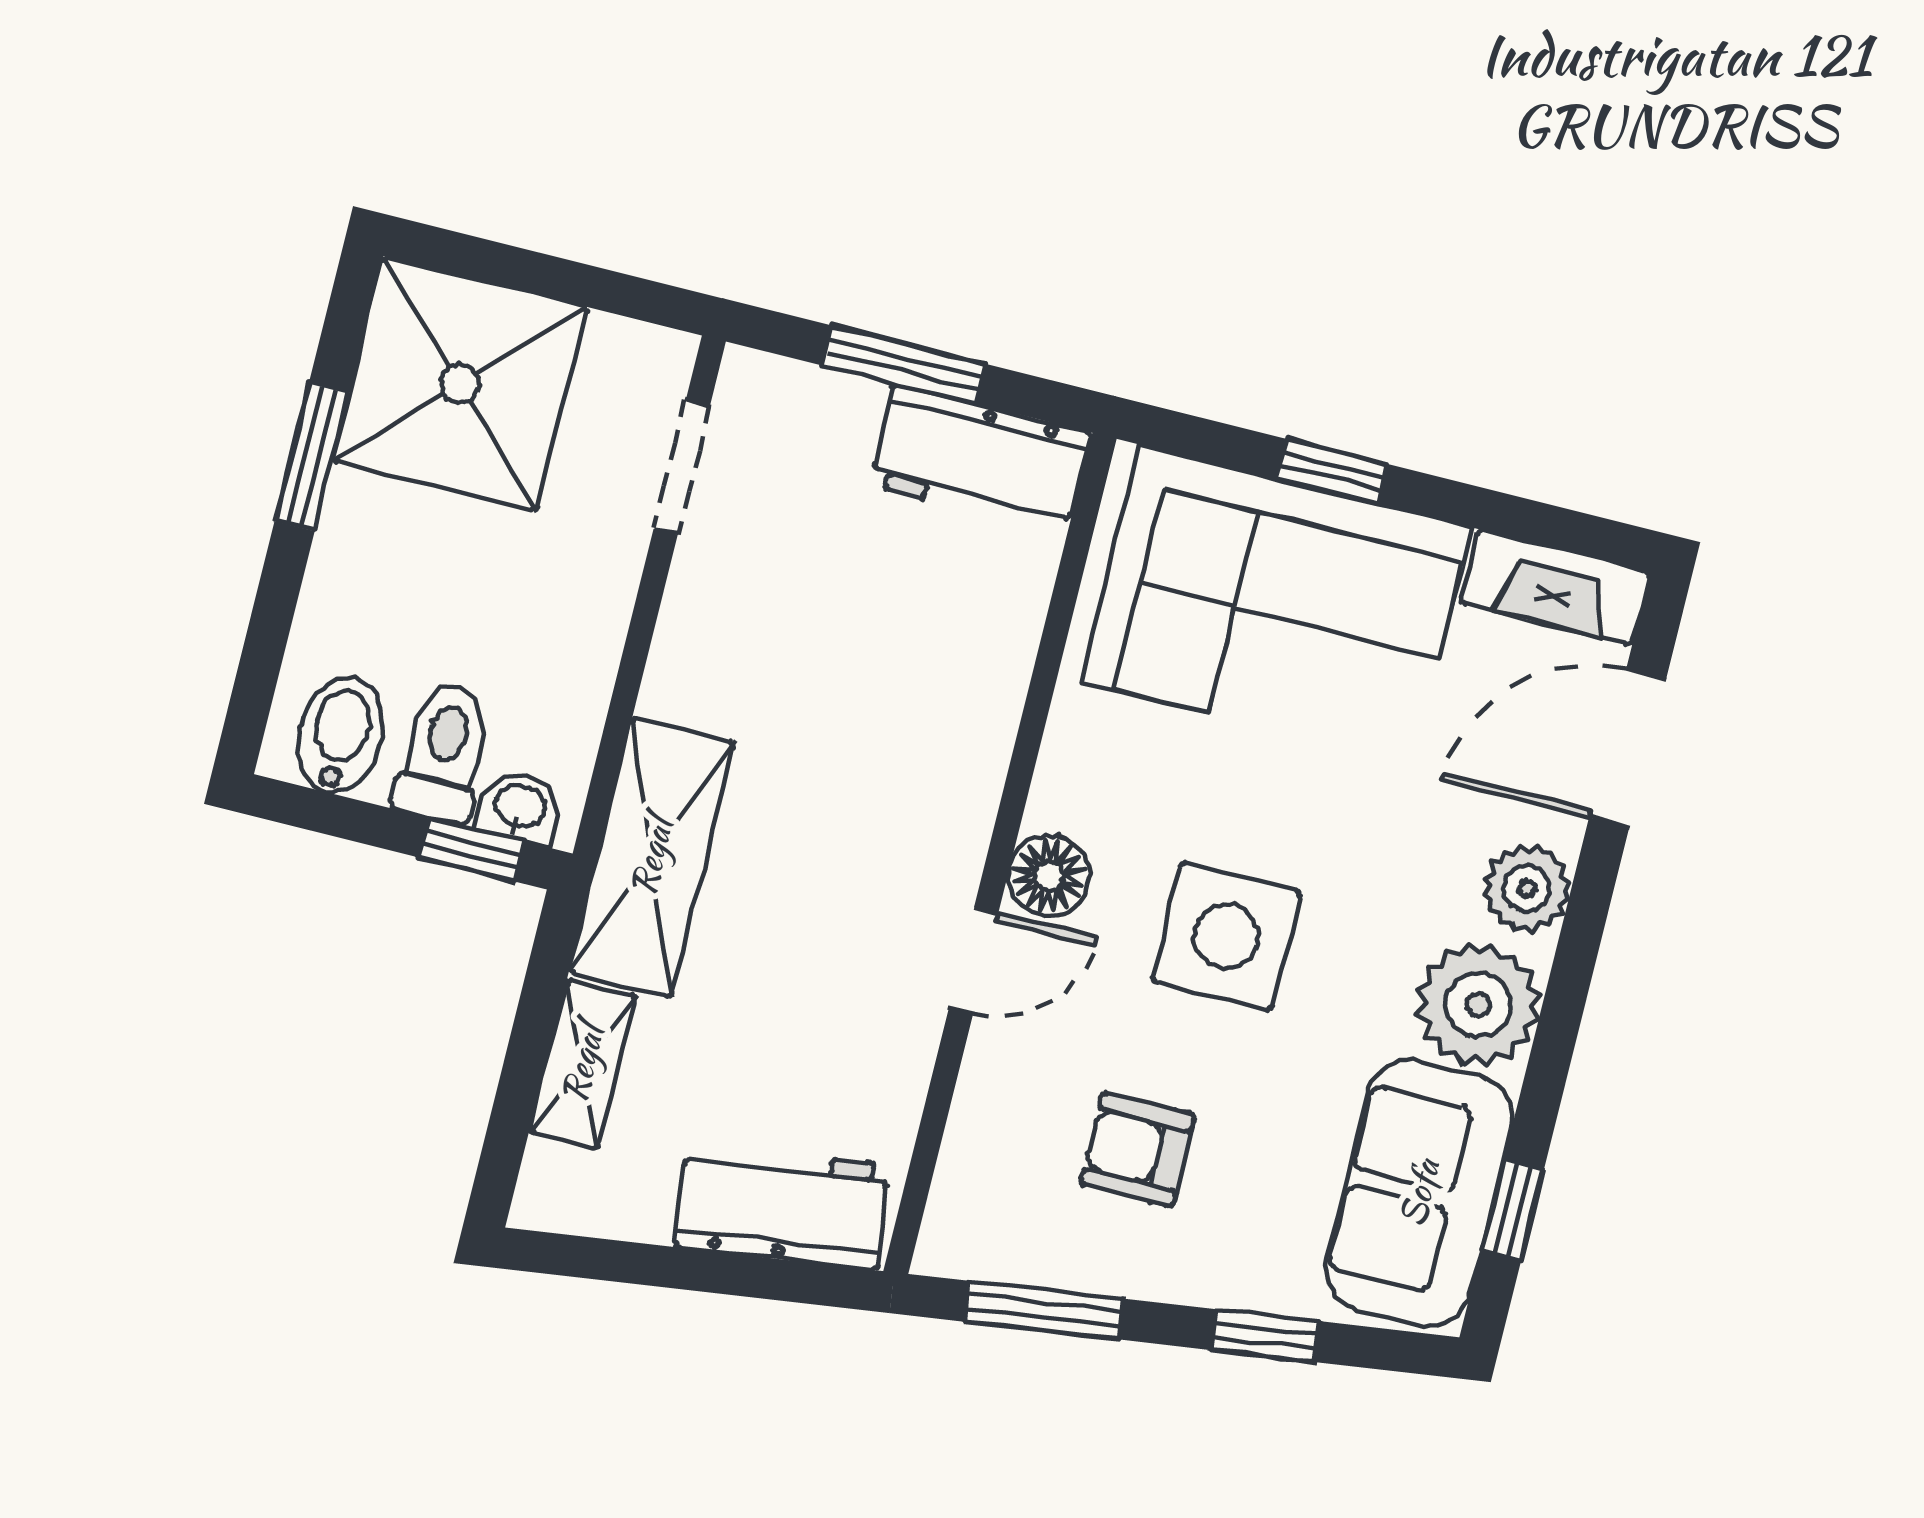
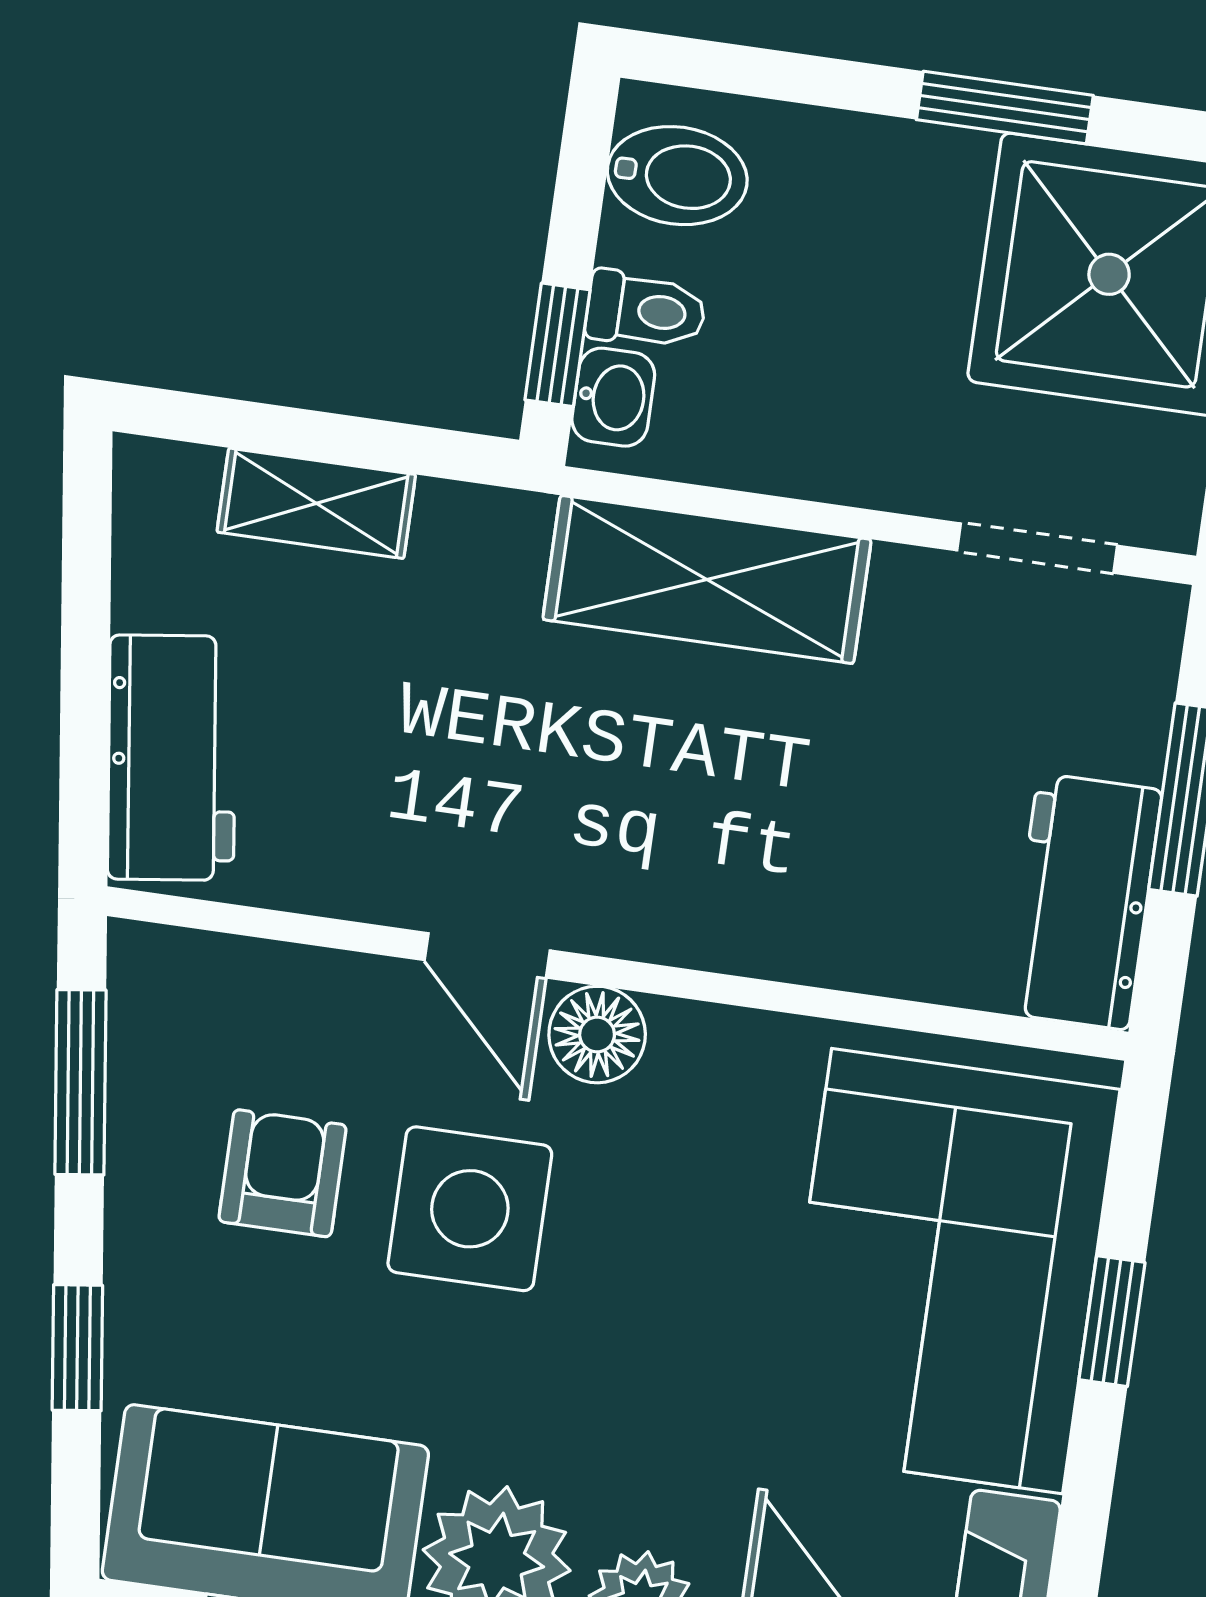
toilet: (444, 752) -> (646, 310), width x0.73, depth x0.72
shelving: (651, 857) -> (707, 579), moved
side table: (1226, 936) -> (470, 1209), moved

